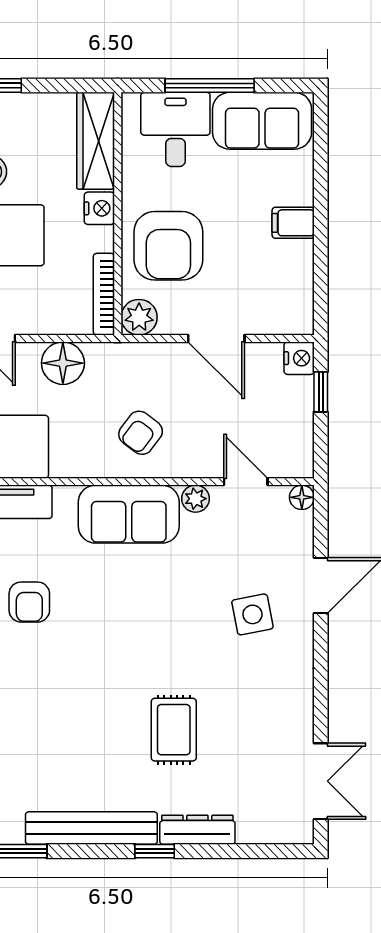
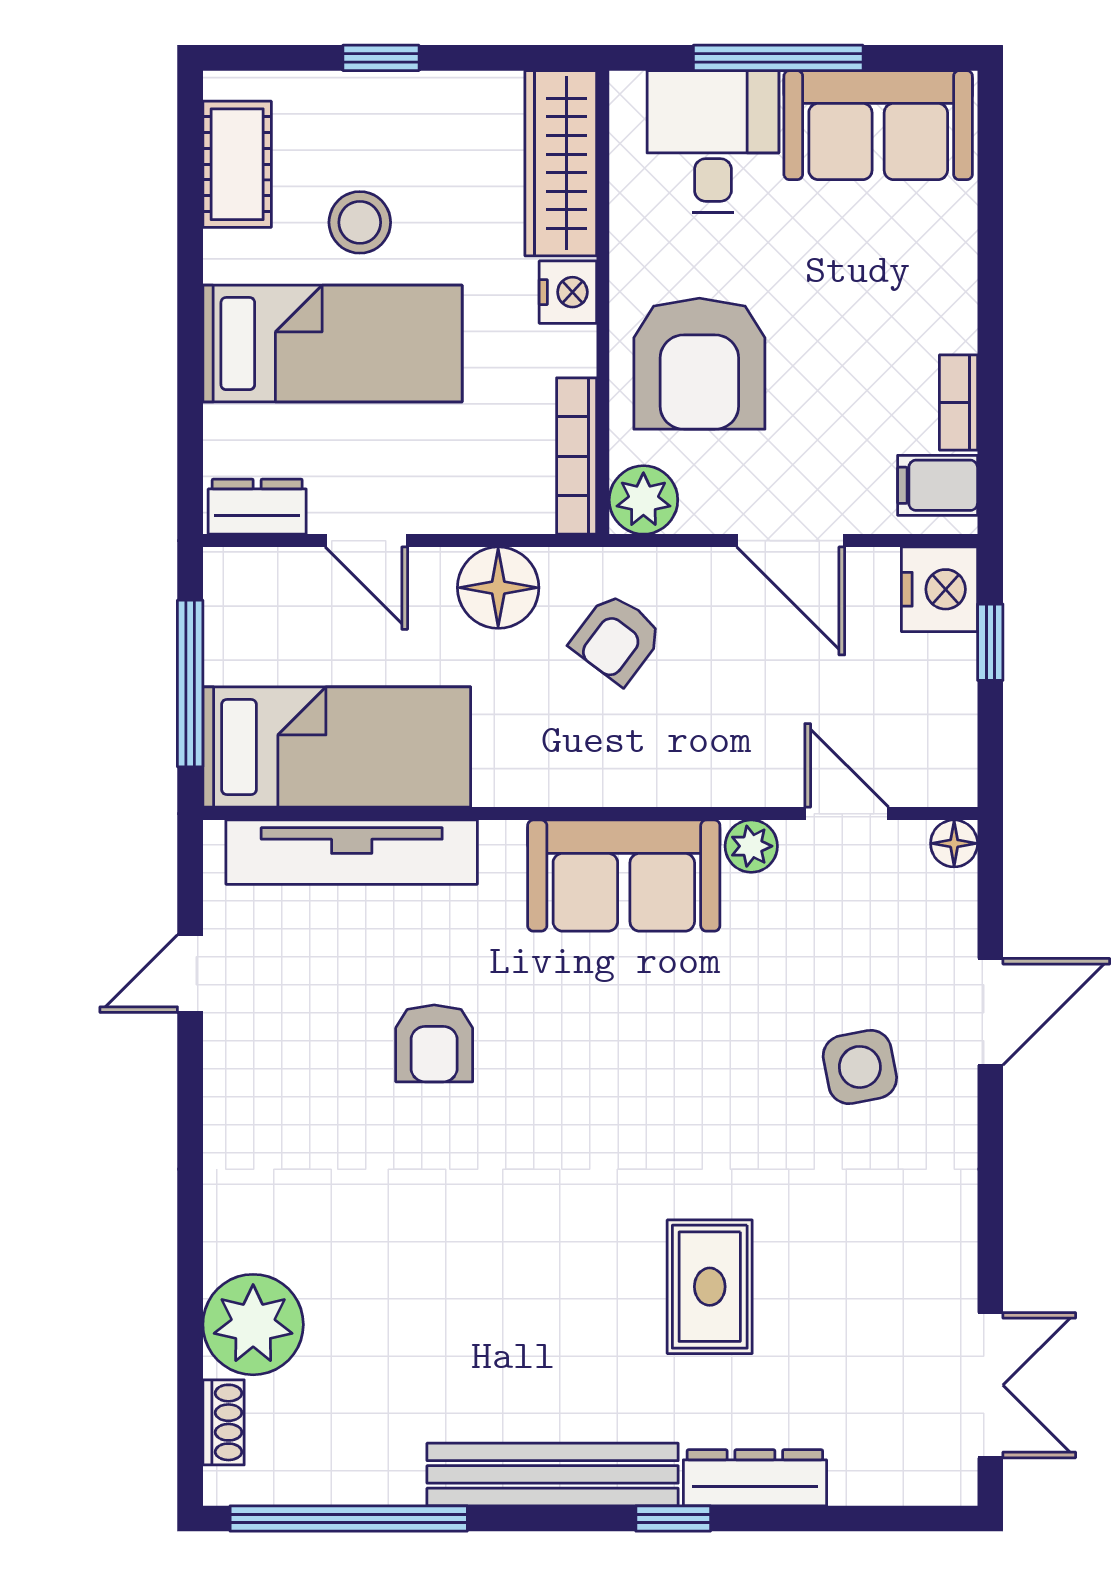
filing cabinet: (293, 223) -> (938, 485), moved
bookcase: (304, 266) -> (958, 403), added
nightstand: (299, 358) -> (940, 589), width x1.36, depth x1.33
armchair: (141, 433) -> (617, 639), moved

